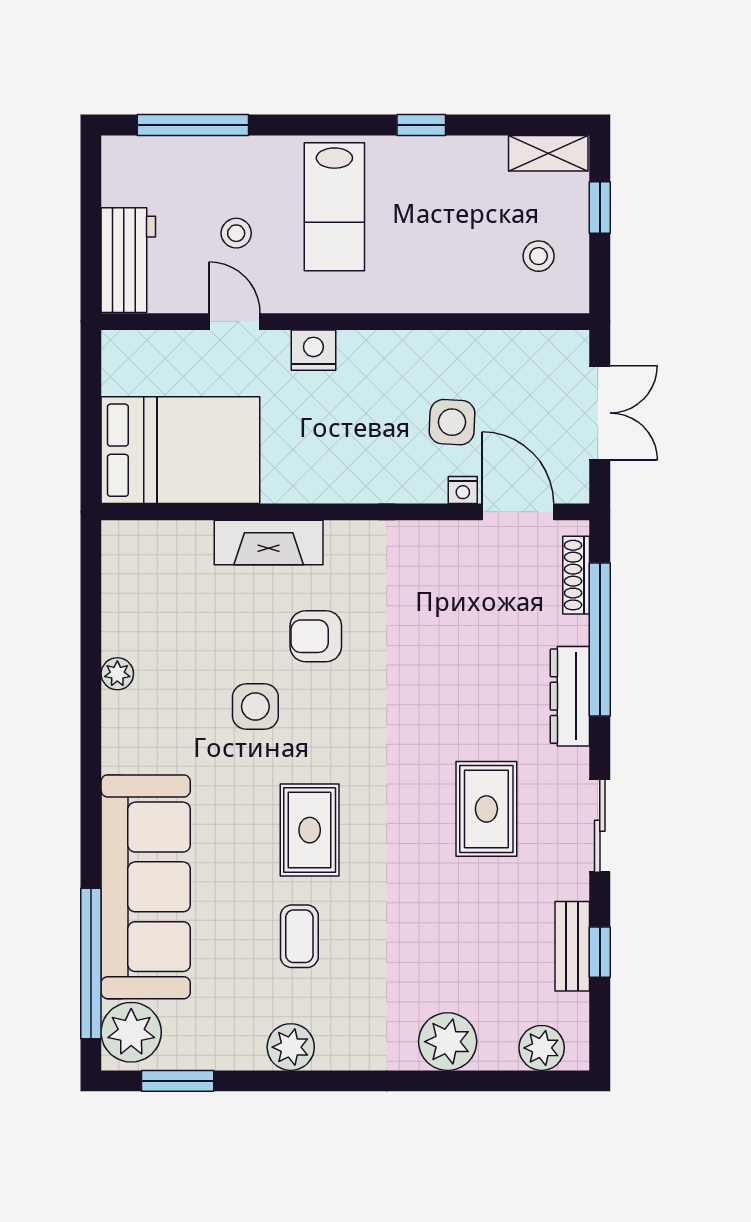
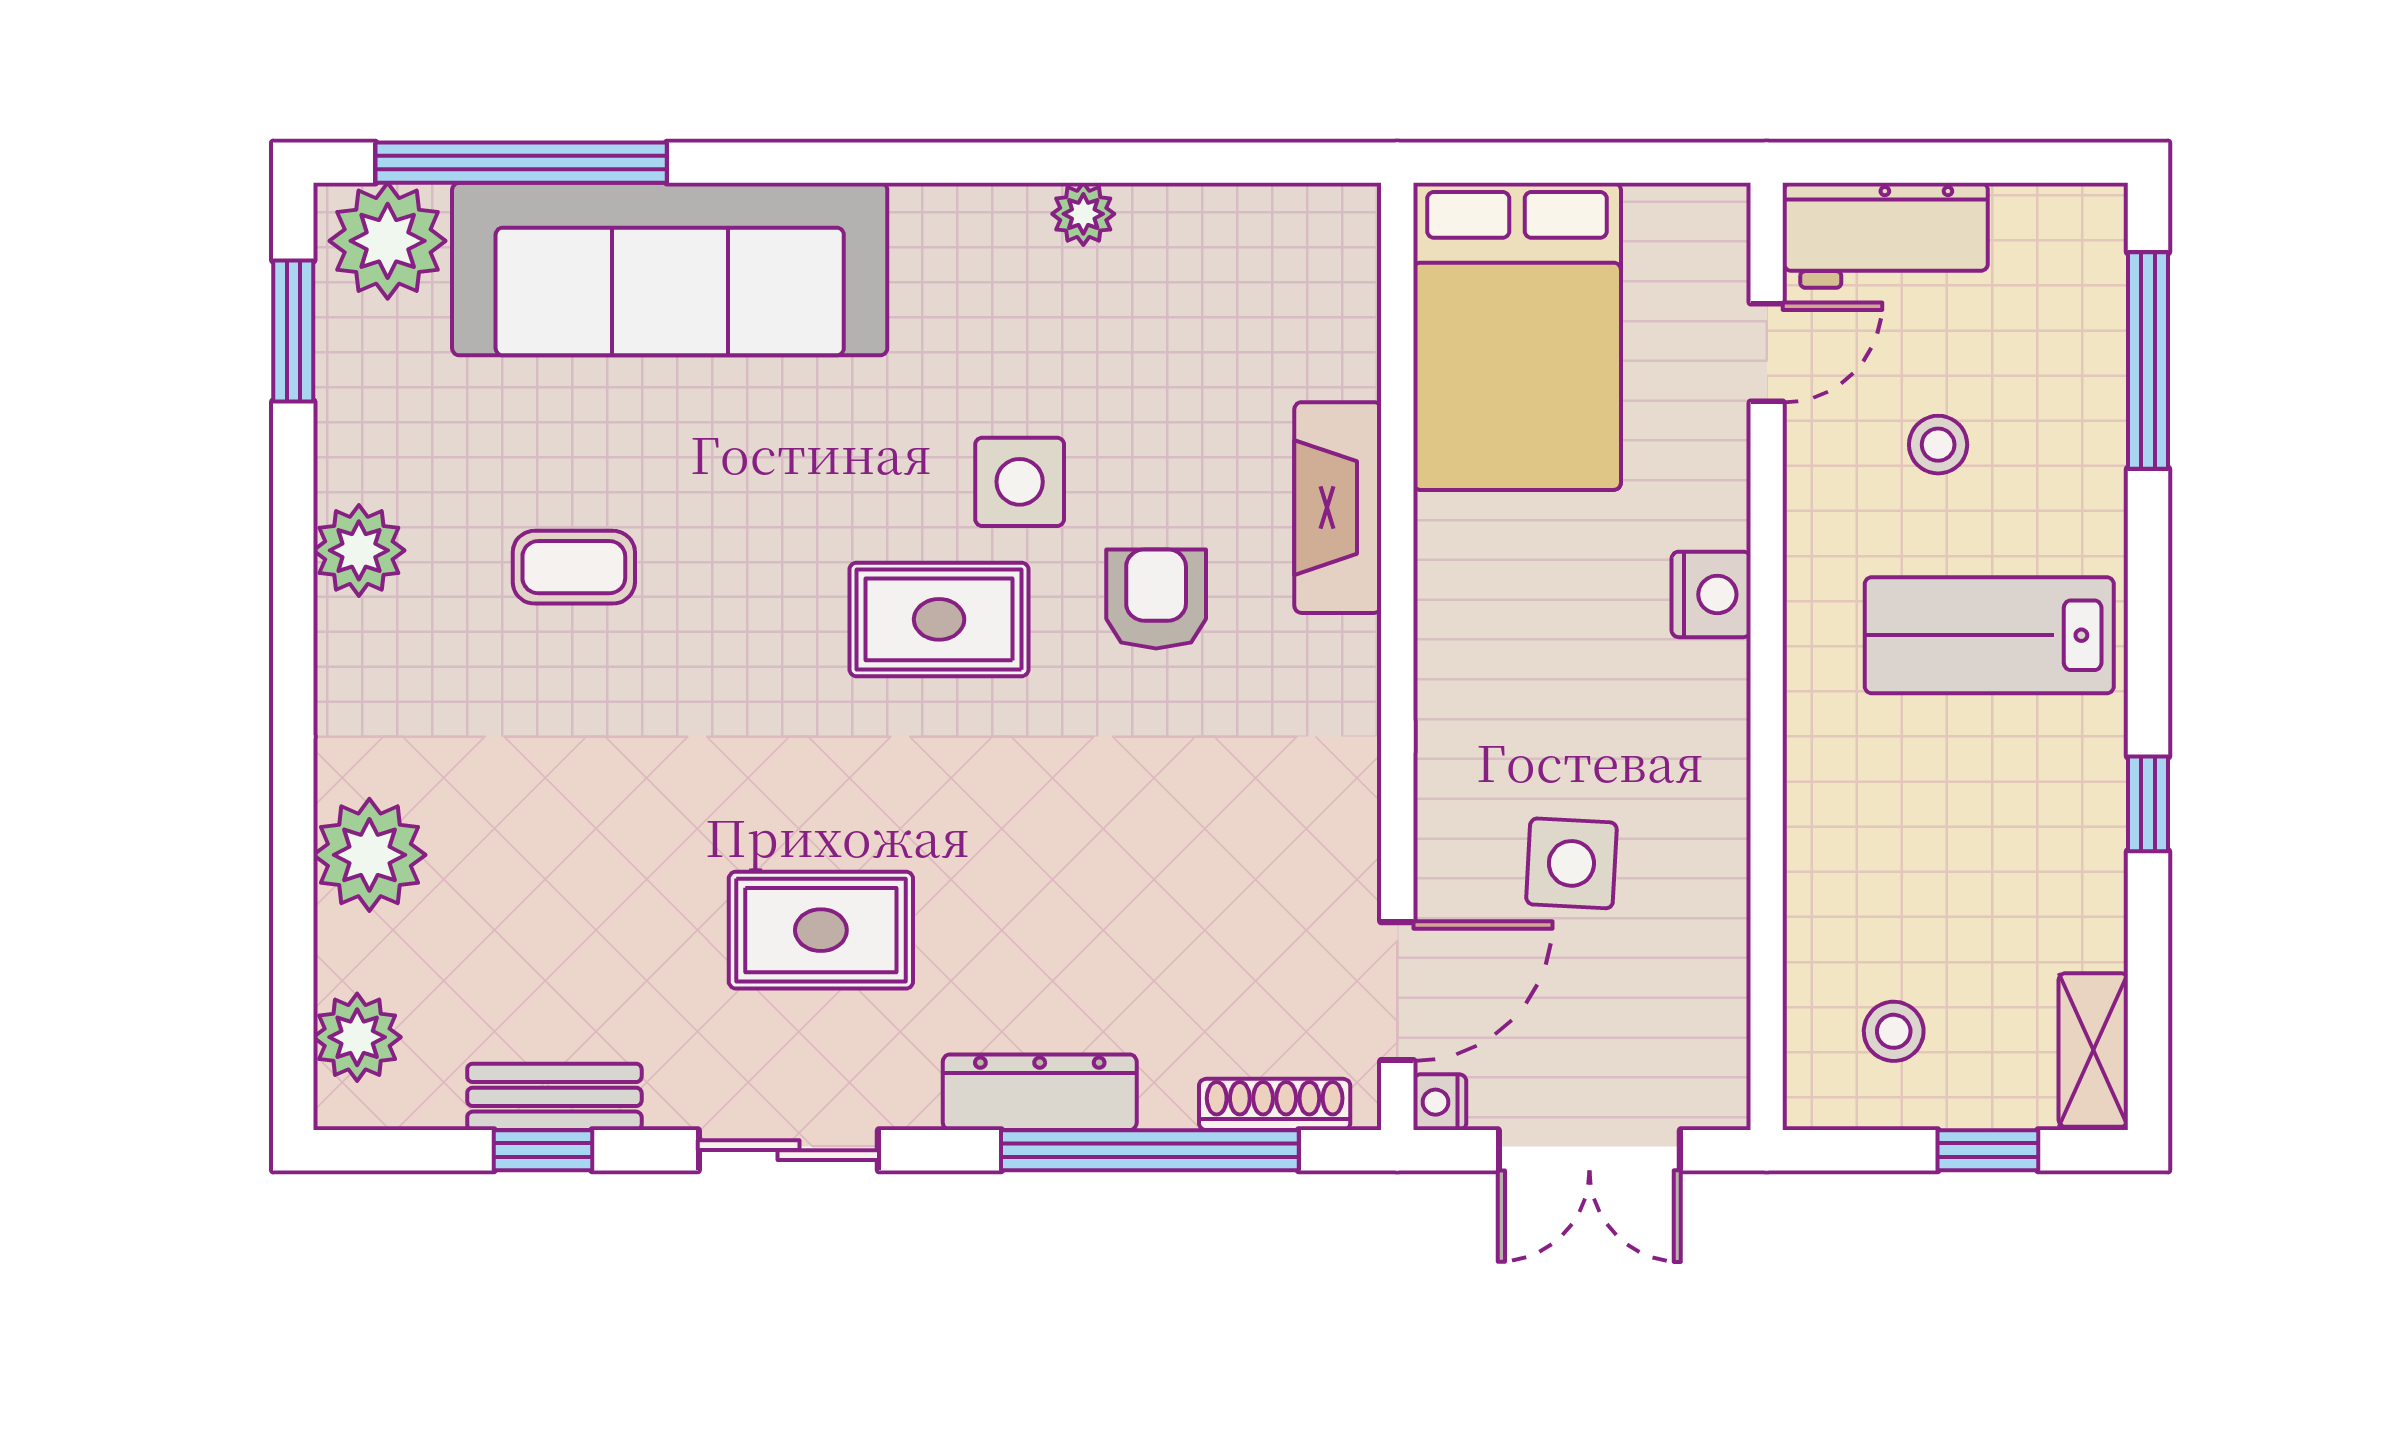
door: (235, 322) -> (1767, 353), moved
nightstand: (463, 490) -> (1440, 1102), moved
rug: (310, 830) -> (939, 619), moved

